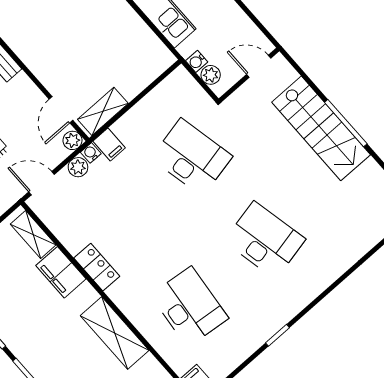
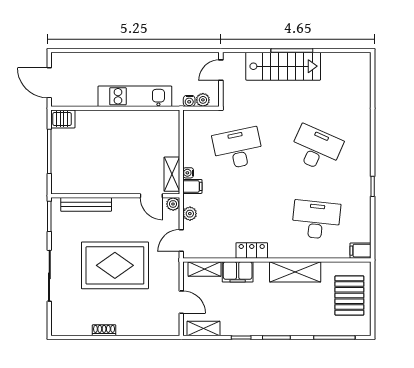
water cooler: (91, 153) -> (188, 173), moved
desk: (265, 240) -> (316, 149), turned 36

